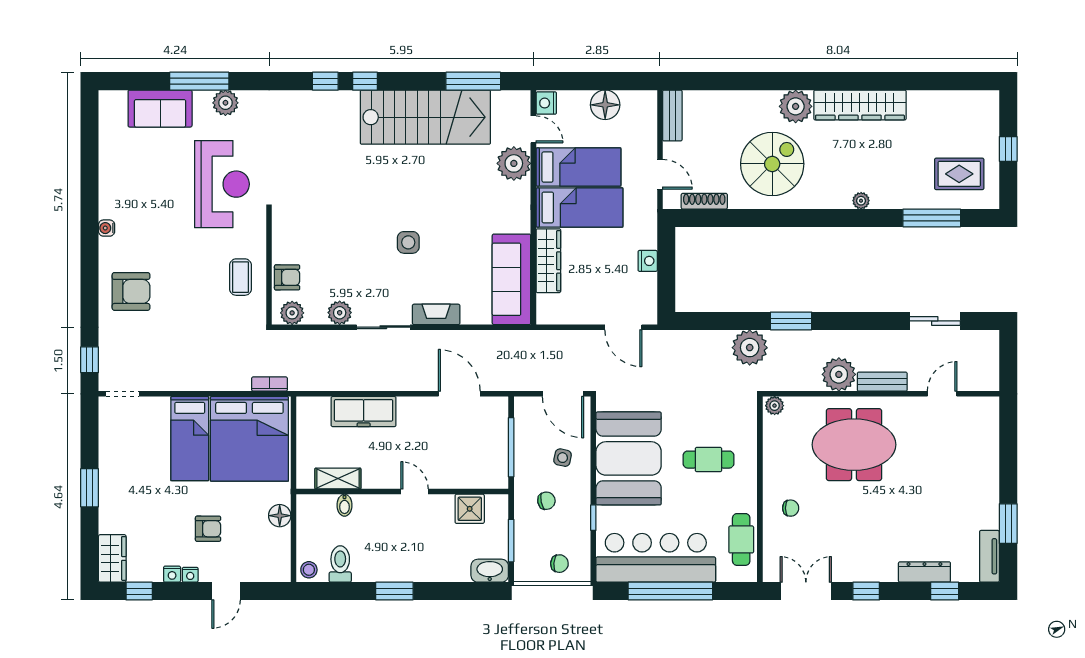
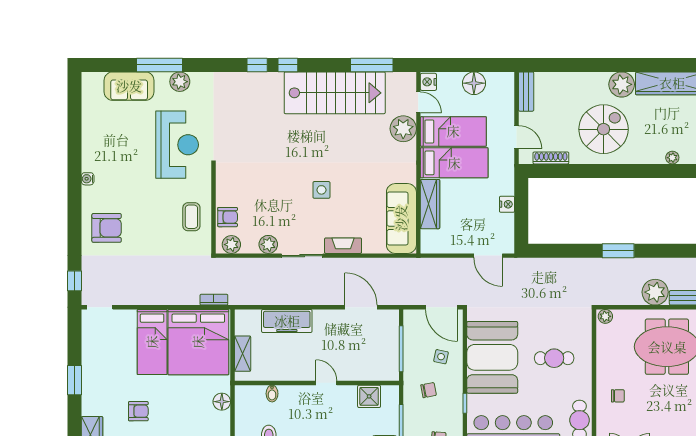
plant: (750, 348) -> (586, 271), removed
shelving: (338, 479) -> (243, 354), moved, turned 90
armchair: (208, 529) -> (138, 411), moved

